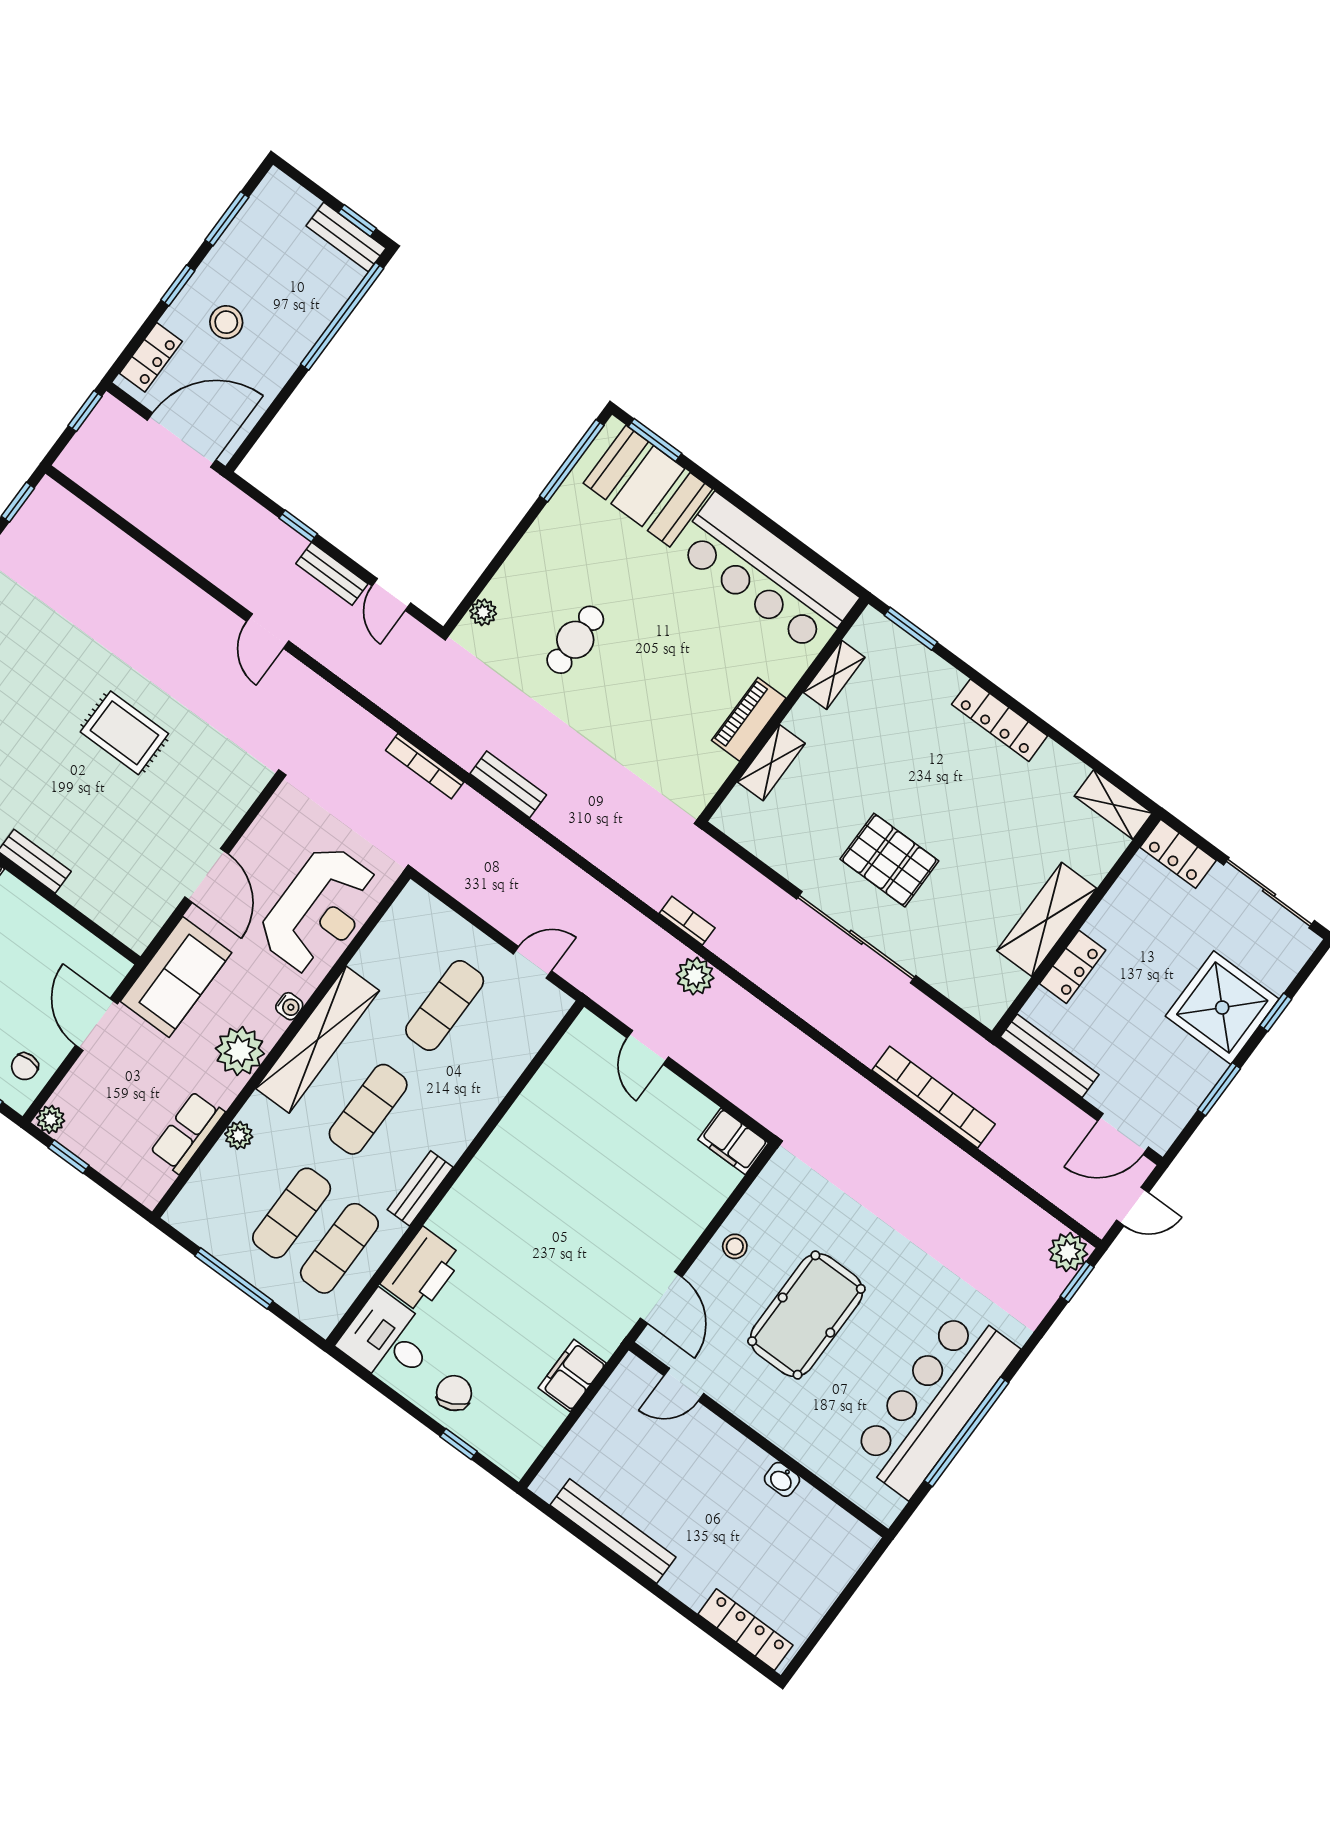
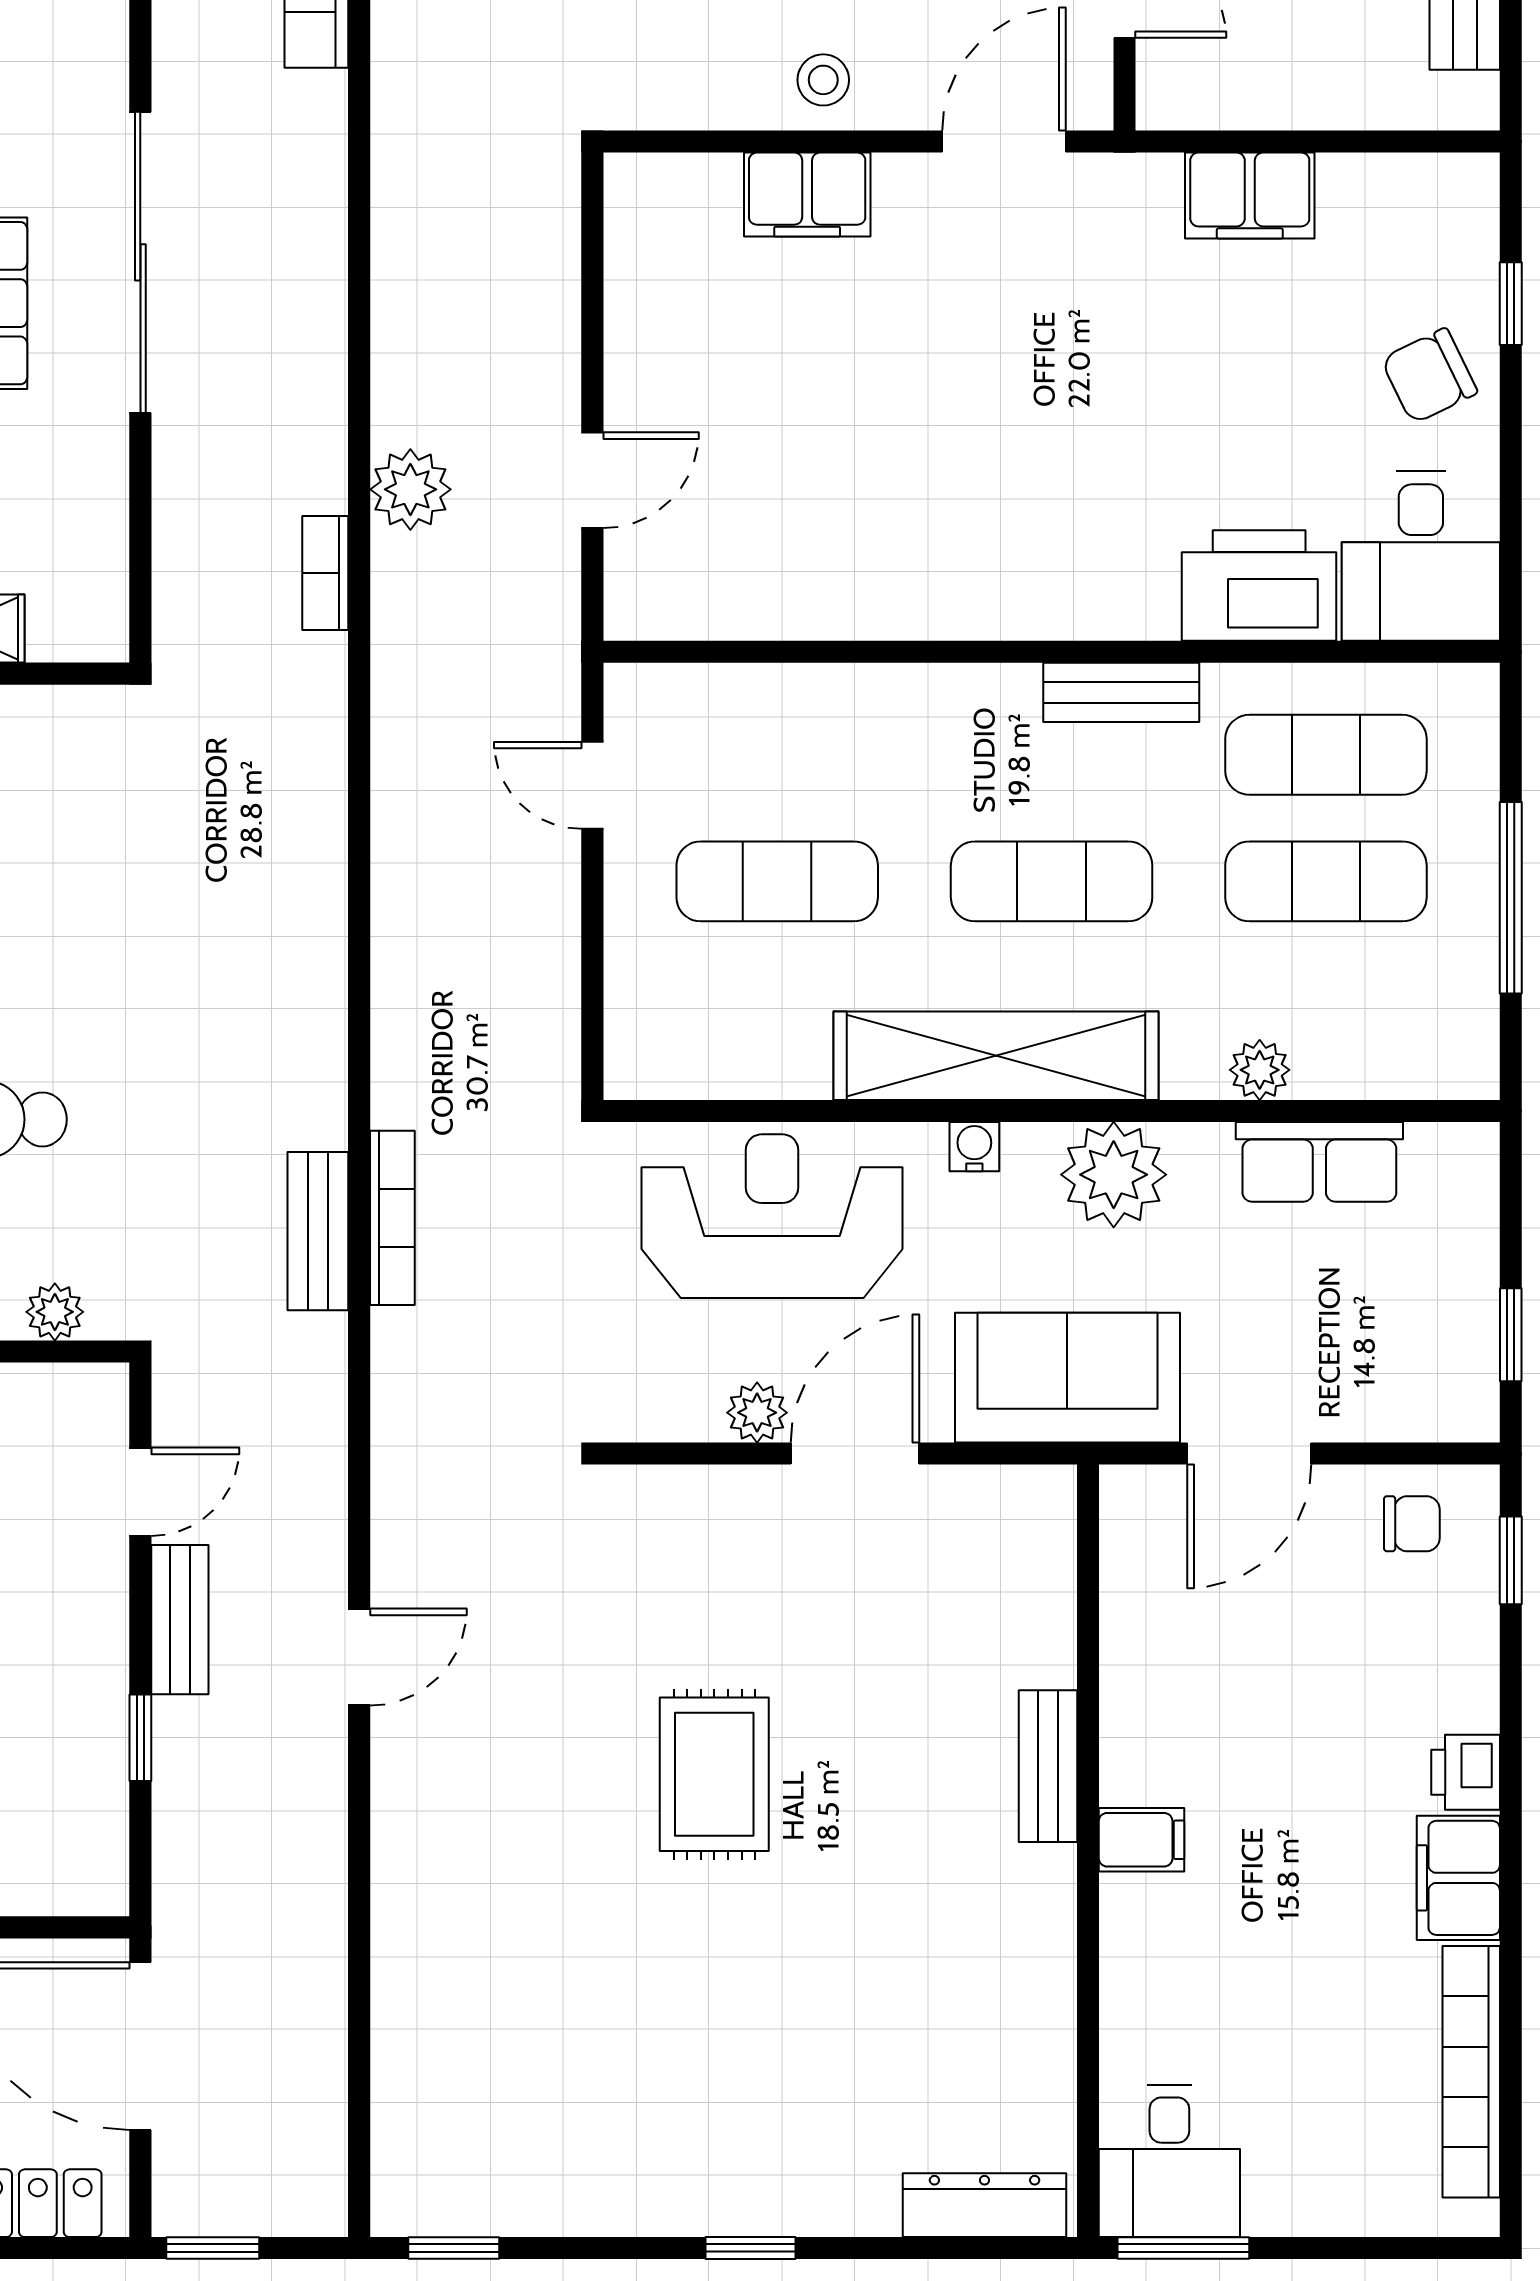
bench: (508, 784) -> (318, 1231), moved
plant: (51, 1119) -> (757, 1413), moved
filing cabinet: (733, 1141) -> (807, 195), moved, turned 90

